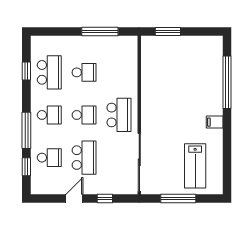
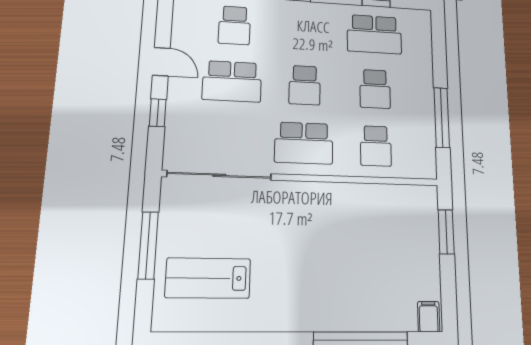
school desk: (49, 115) -> (376, 146), moved
filing cabinet: (215, 122) -> (429, 317), moved

